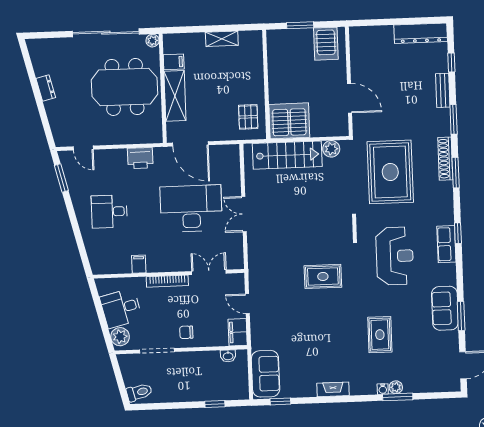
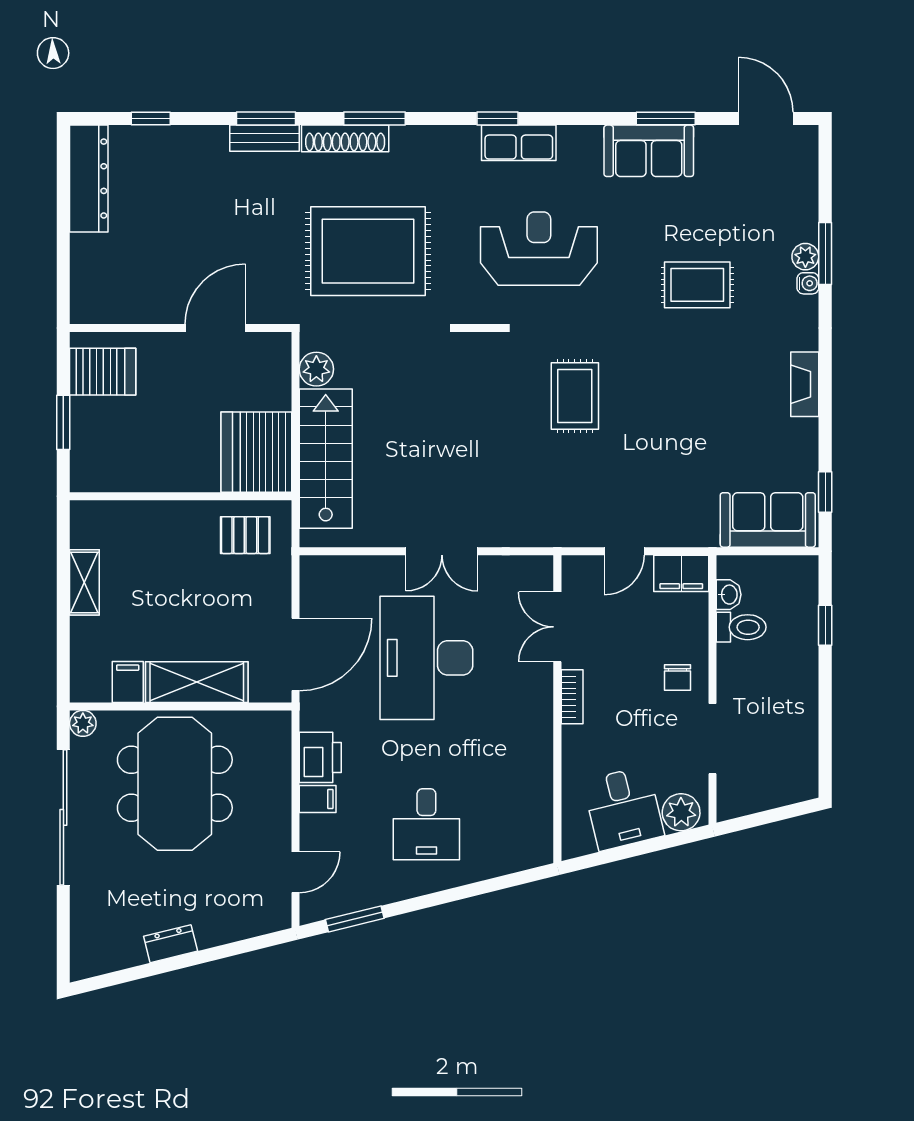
bench: (443, 90) -> (264, 138), moved
filing cabinet: (139, 264) -> (318, 799), moved, turned 180
bookcase: (167, 281) -> (572, 697), width x0.64
toilet: (139, 392) -> (741, 627), moved, turned 104

